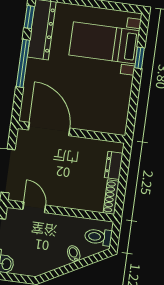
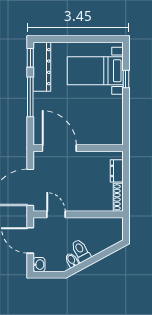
toilet: (98, 237) -> (81, 251), moved, turned 61
bidet: (74, 254) -> (72, 260), moved

